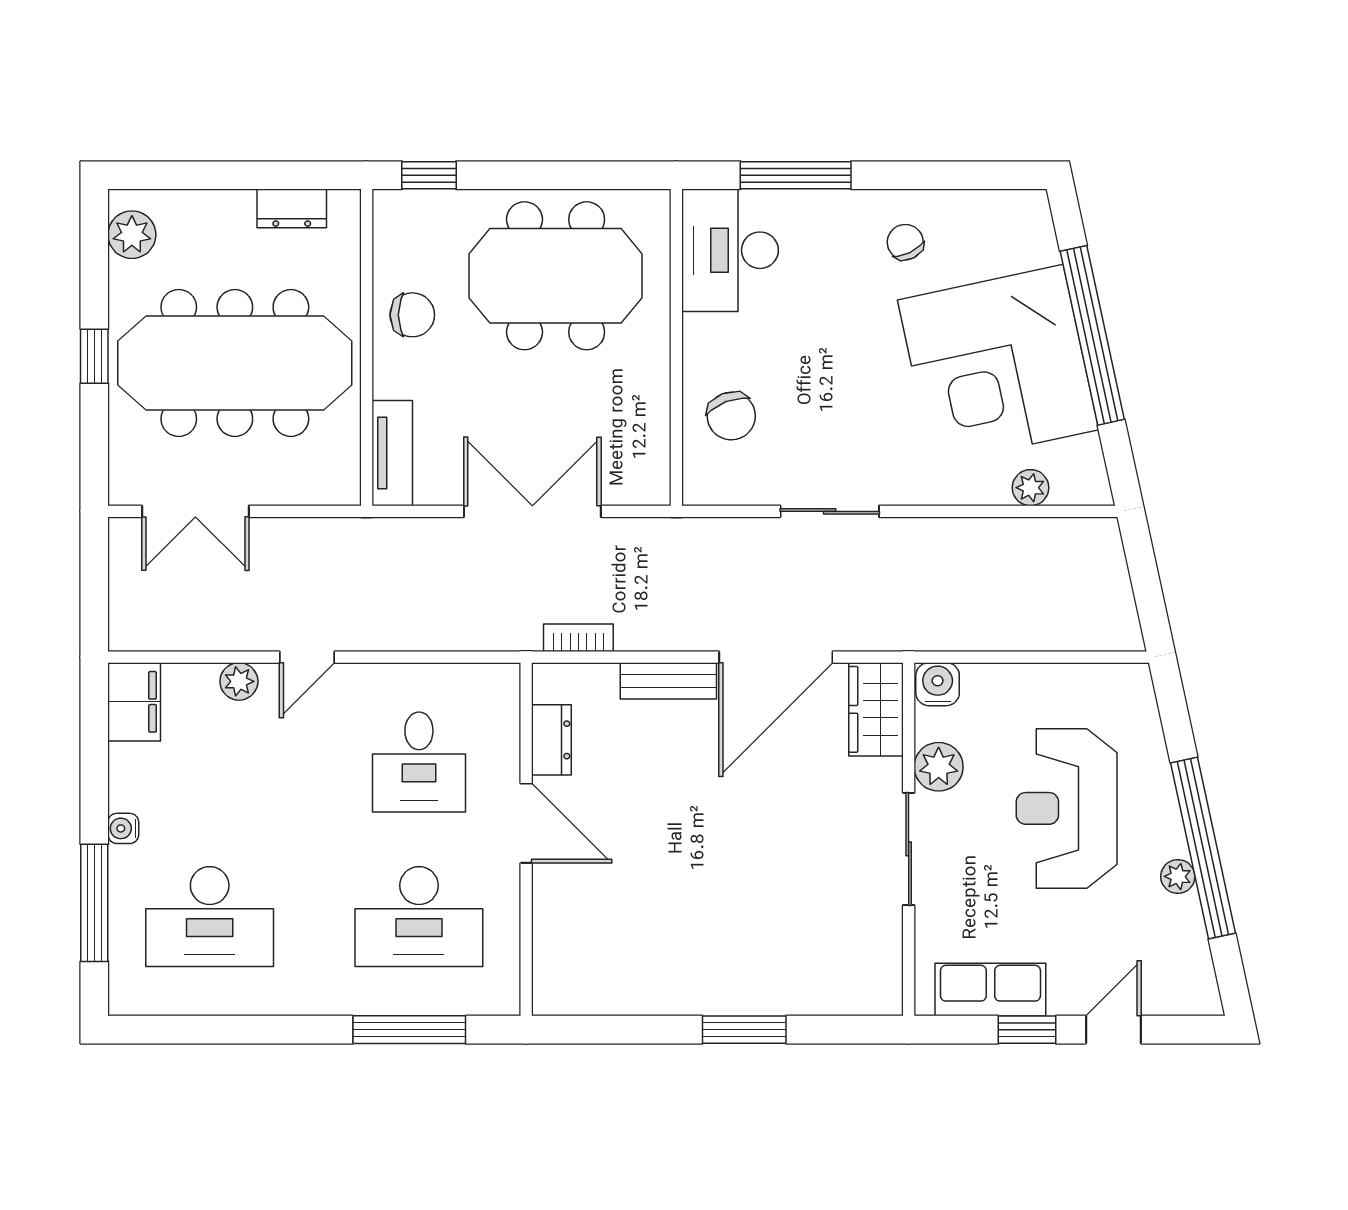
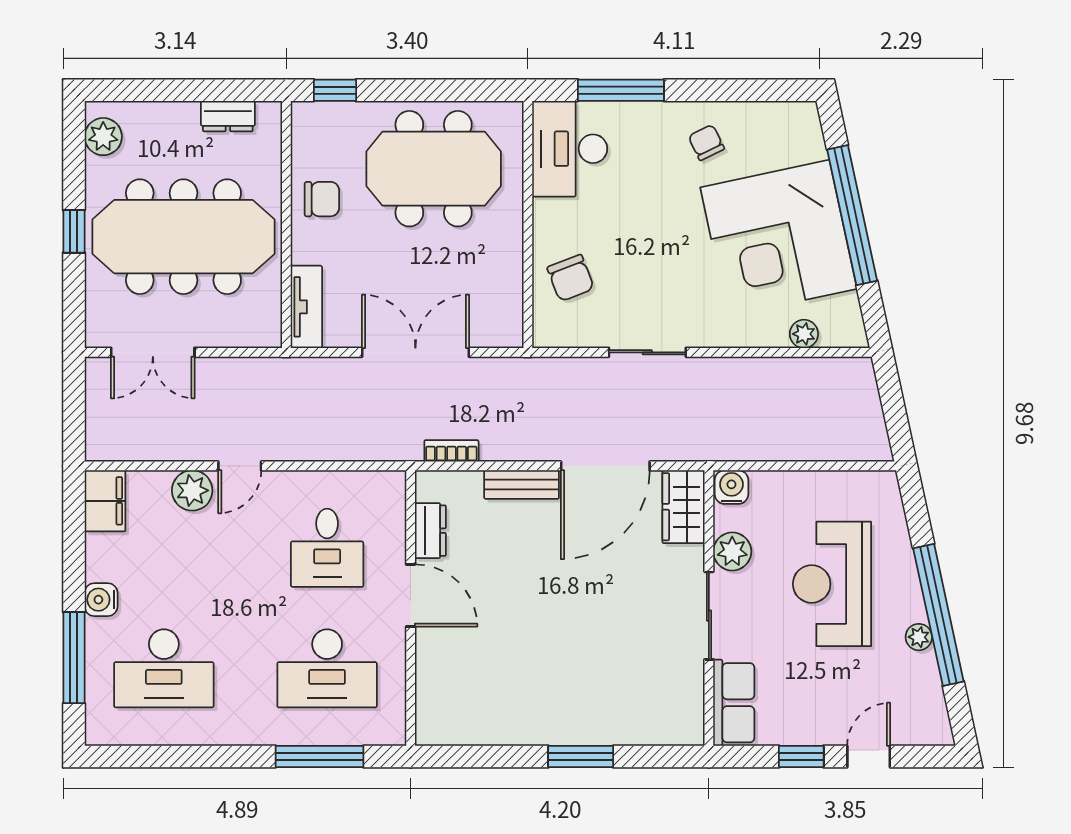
plant: (239, 681) -> (192, 490), width x1.38, depth x1.38
water cooler: (123, 828) -> (101, 600), width x1.38, depth x1.38
row of seats: (990, 990) -> (734, 703), moved, turned 90

